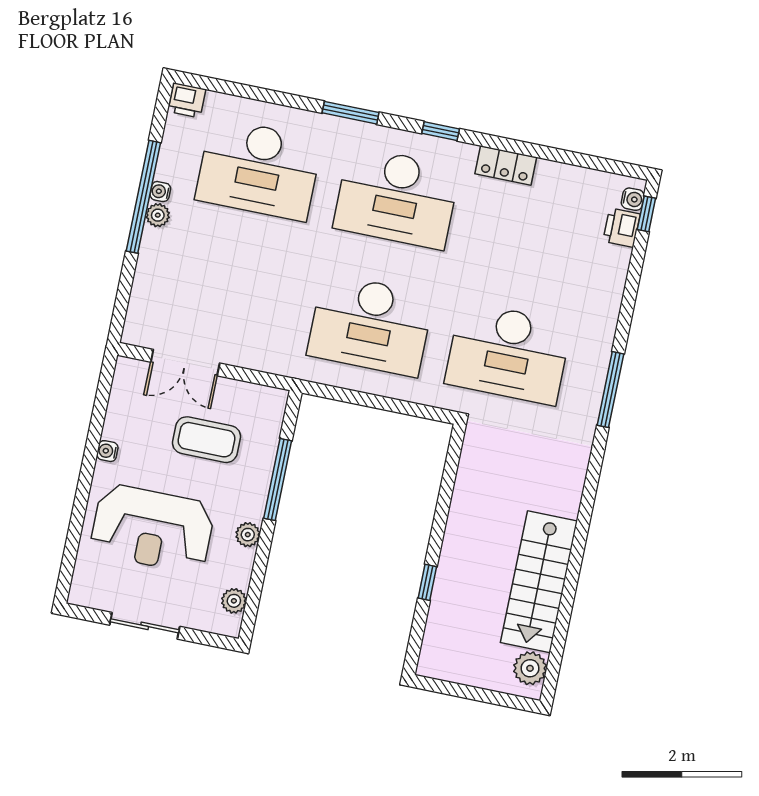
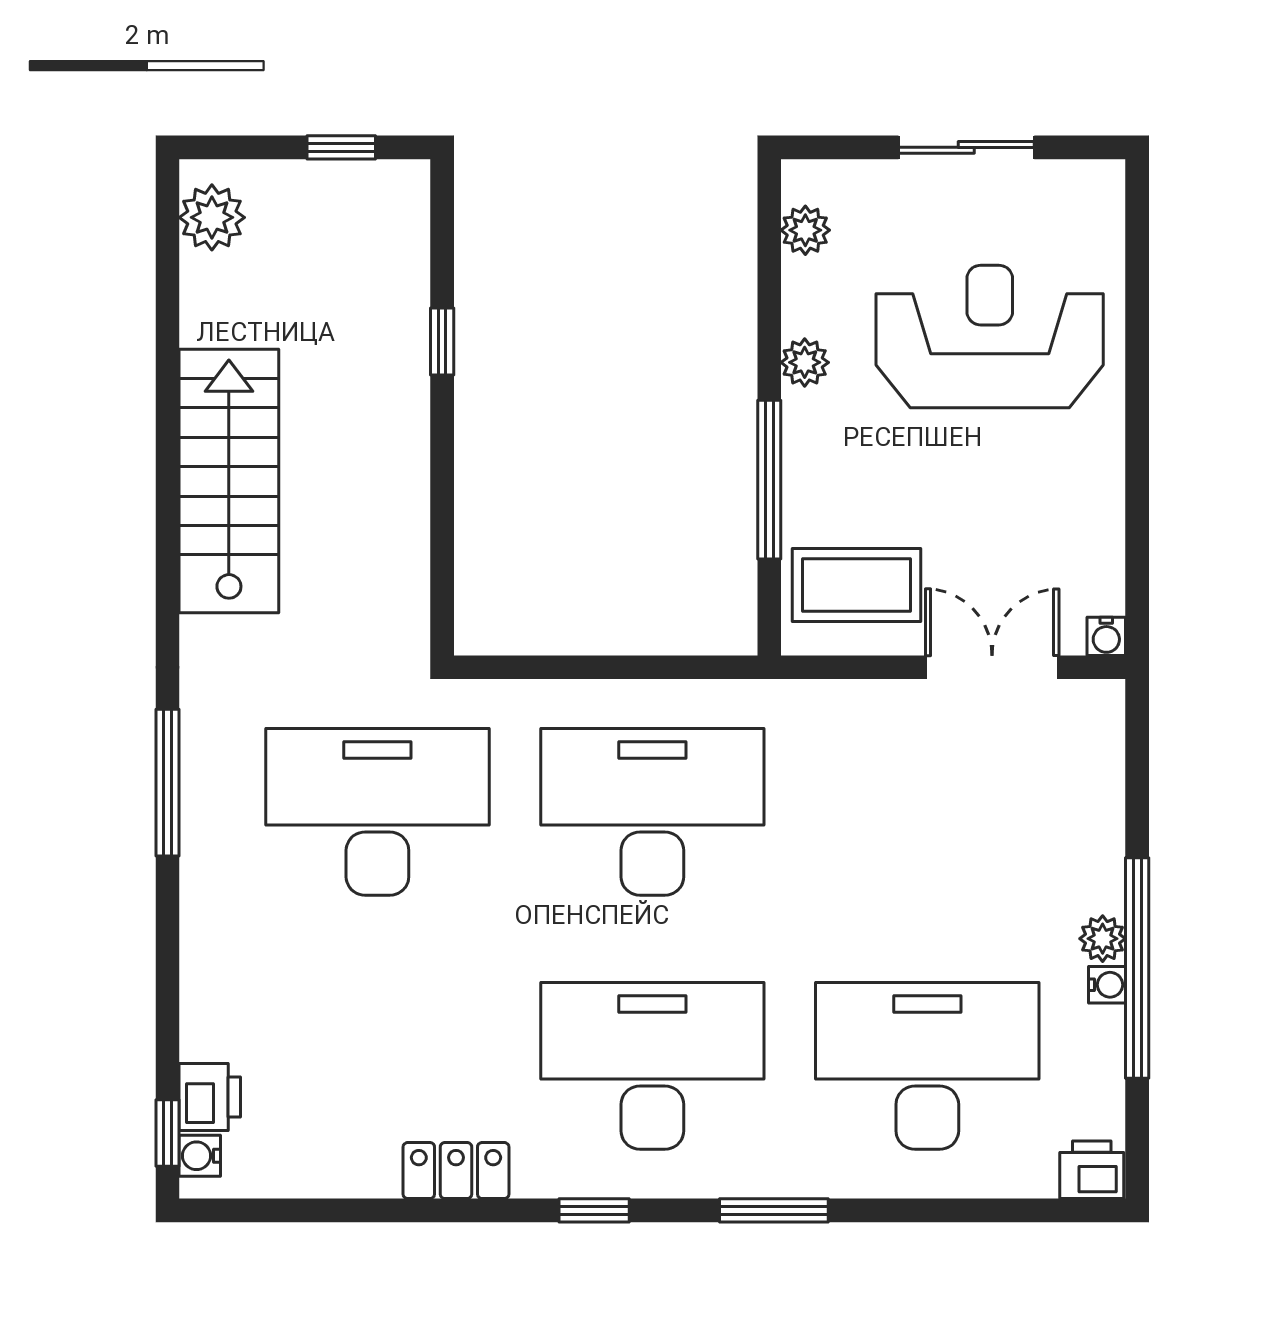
coffee table: (206, 440) -> (856, 585), moved
water cooler: (107, 451) -> (1106, 636), moved, turned 90
stairs: (539, 582) -> (229, 481), moved
window: (458, 690) -> (341, 147), added

